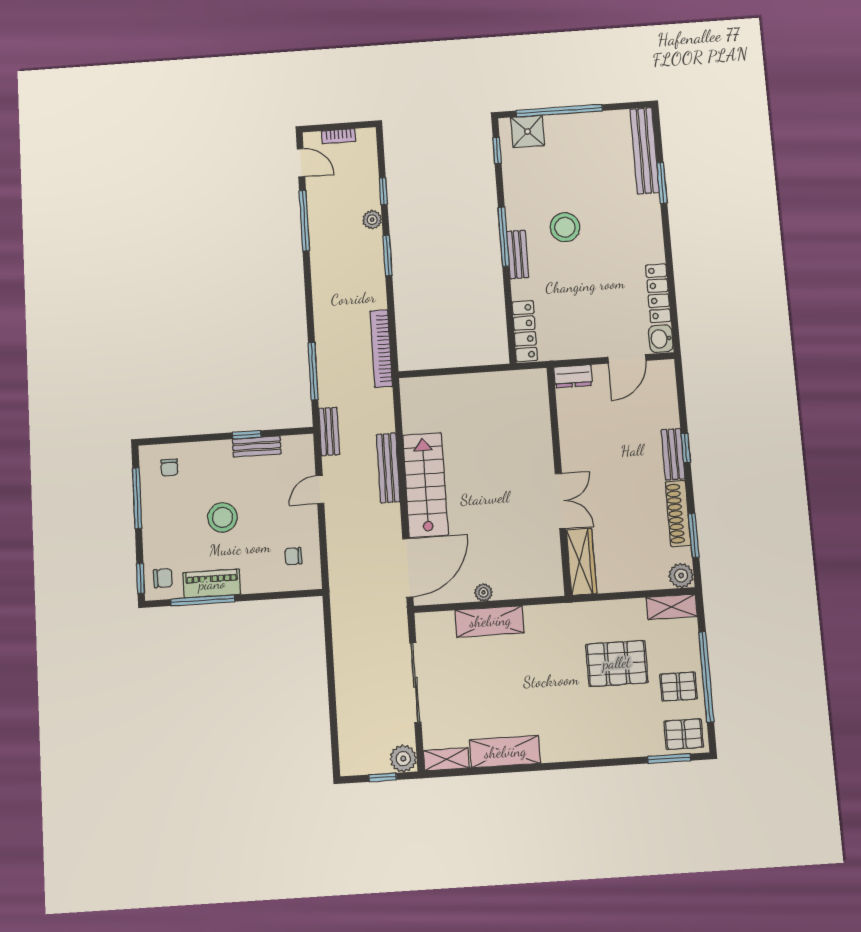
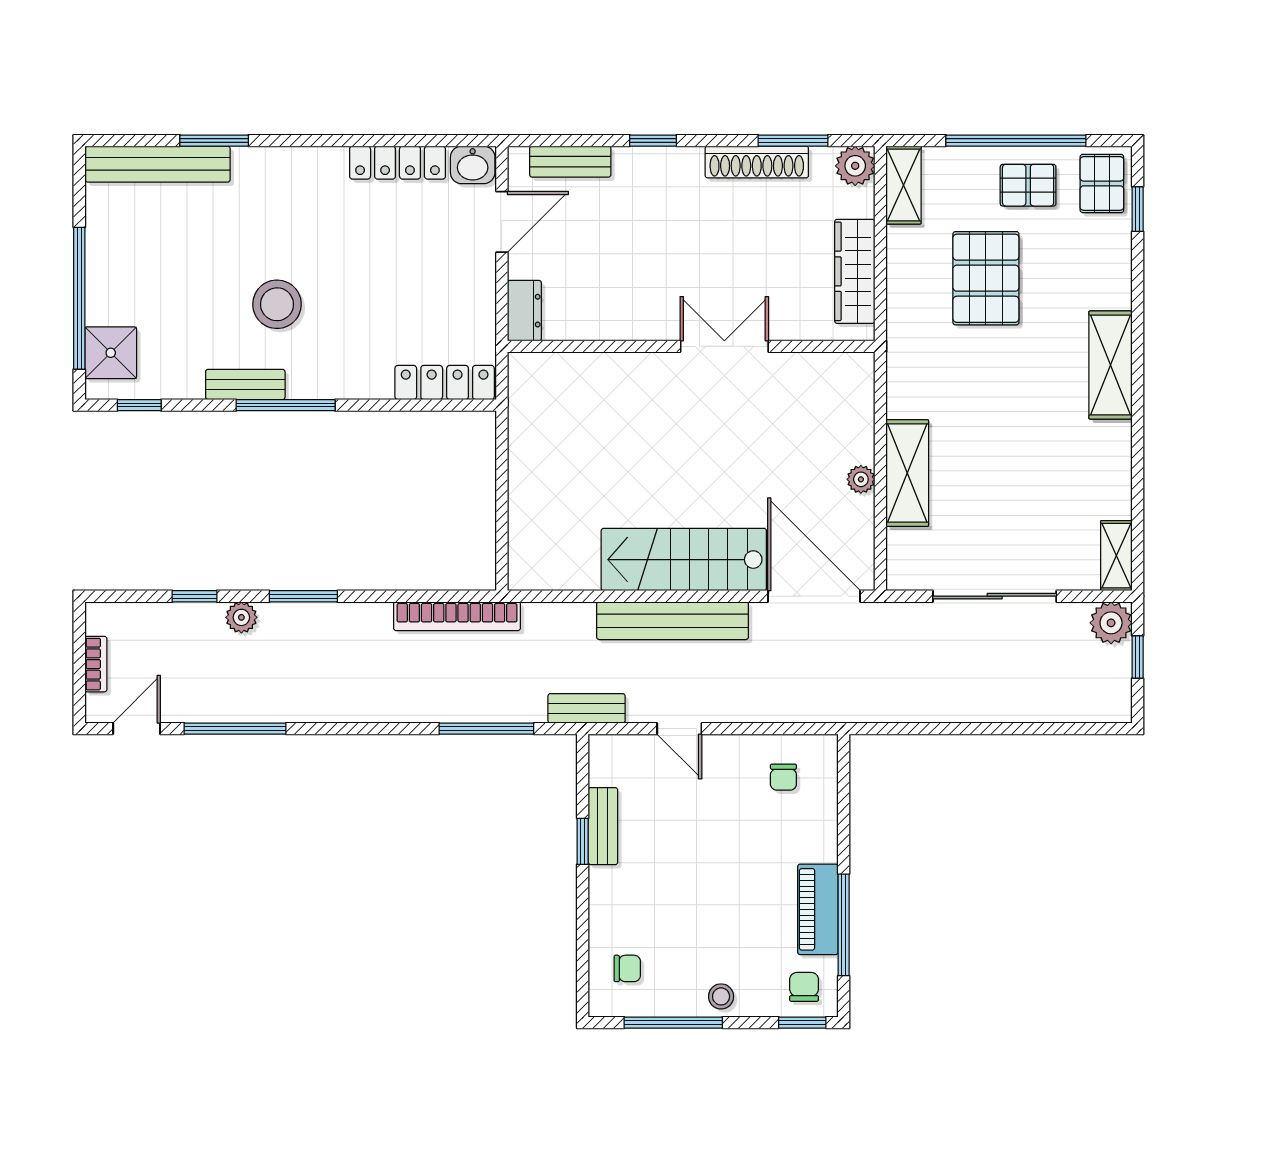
bench: (518, 254) -> (245, 384), moved
door: (627, 359) -> (502, 222), hinge flipped
bench: (673, 454) -> (570, 162), moved
bench: (388, 468) -> (673, 621), width x1.37, depth x1.21
stool: (222, 517) -> (721, 996), moved, width x0.53, depth x0.53
wardrobe: (582, 562) -> (855, 271), moved, turned -90
pallet: (678, 687) -> (1028, 185), turned 90
shelving: (505, 752) -> (1110, 365), moved
window: (669, 759) -> (1138, 209), width x0.67

